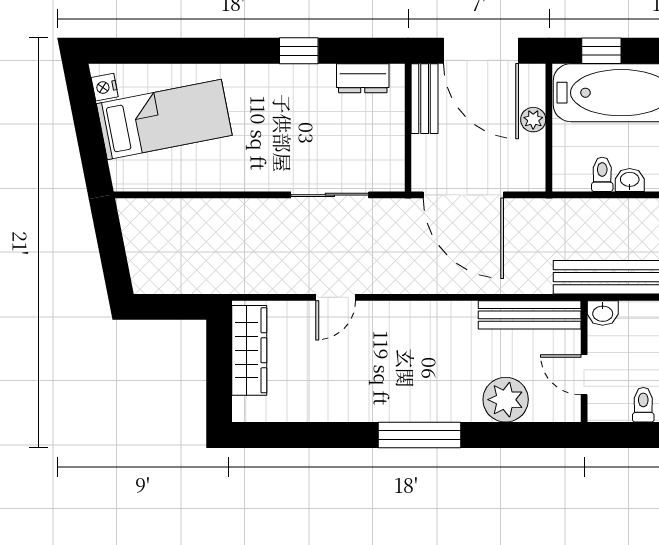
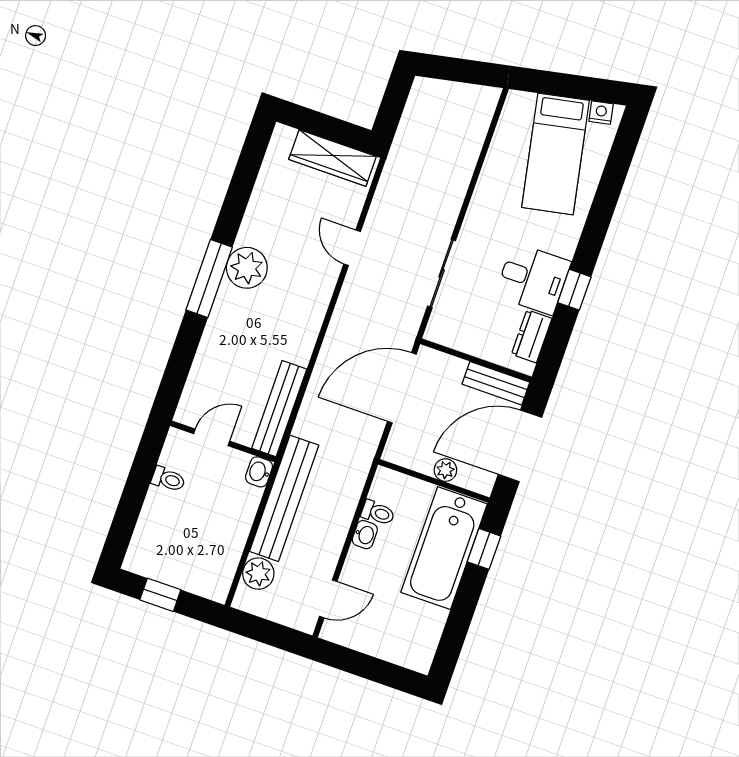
desk: (302, 98) -> (533, 279), added
plant: (506, 400) -> (247, 268), moved

